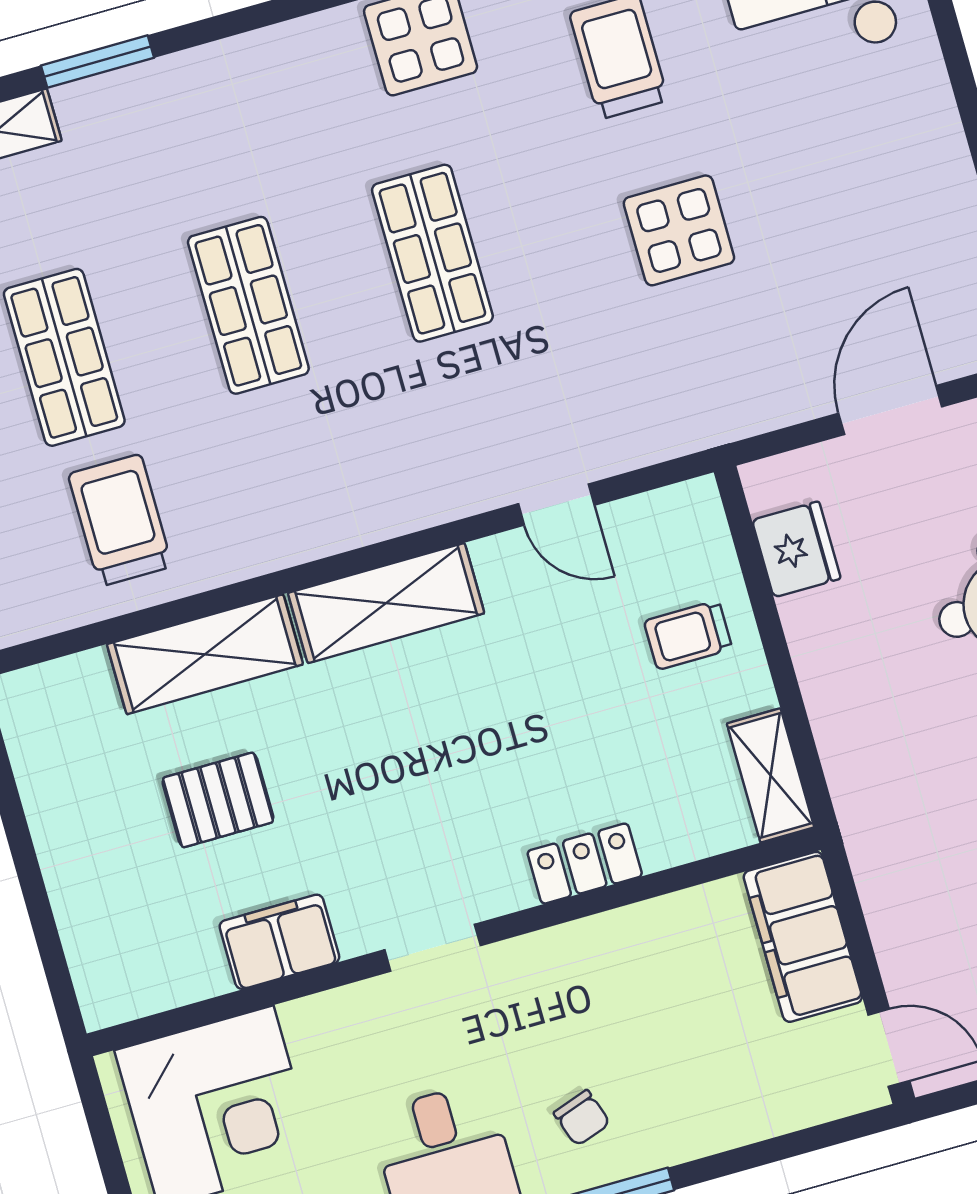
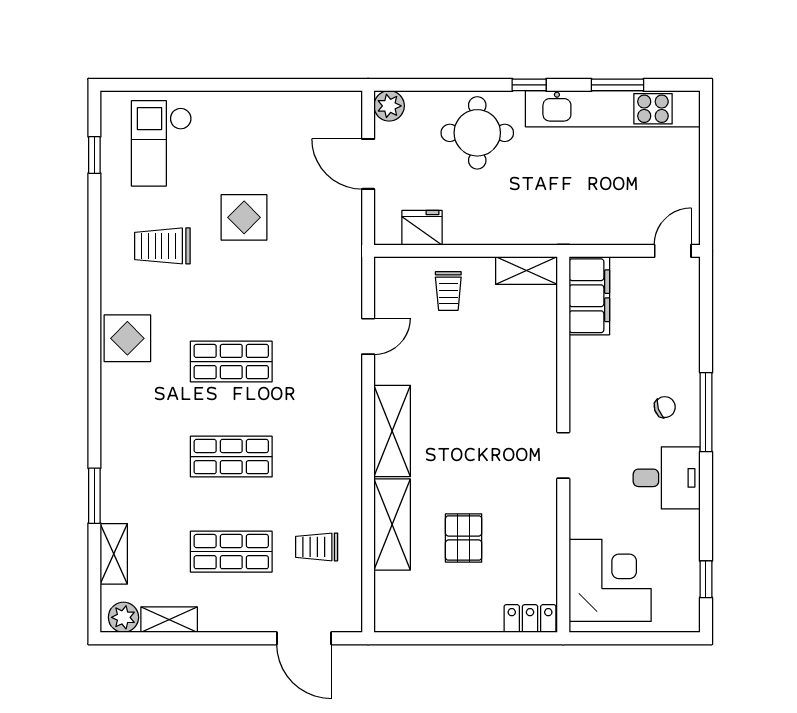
display table: (679, 230) -> (244, 217), moved
trolley: (120, 520) -> (317, 547), width x0.73, depth x0.72
locker: (585, 864) -> (530, 619), moved, turned 90
filing cabinet: (803, 937) -> (589, 296), moved, turned -90
filing cabinet: (279, 942) -> (540, 528), removed

